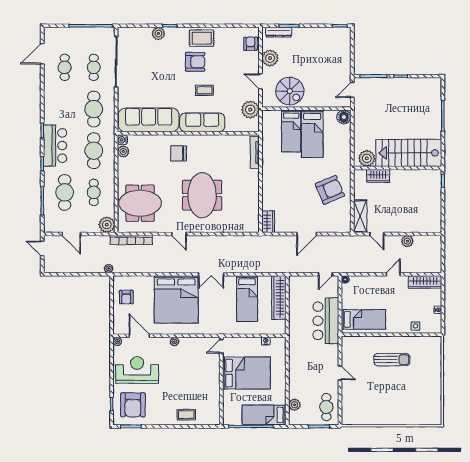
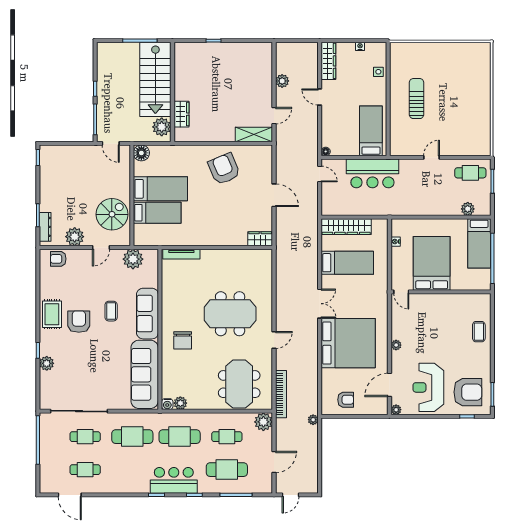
stairs: (409, 153) -> (155, 79), moved
plant: (367, 158) -> (162, 127), moved
wall: (398, 168) -> (172, 92), moved
wardrobe: (378, 176) -> (181, 114), moved

